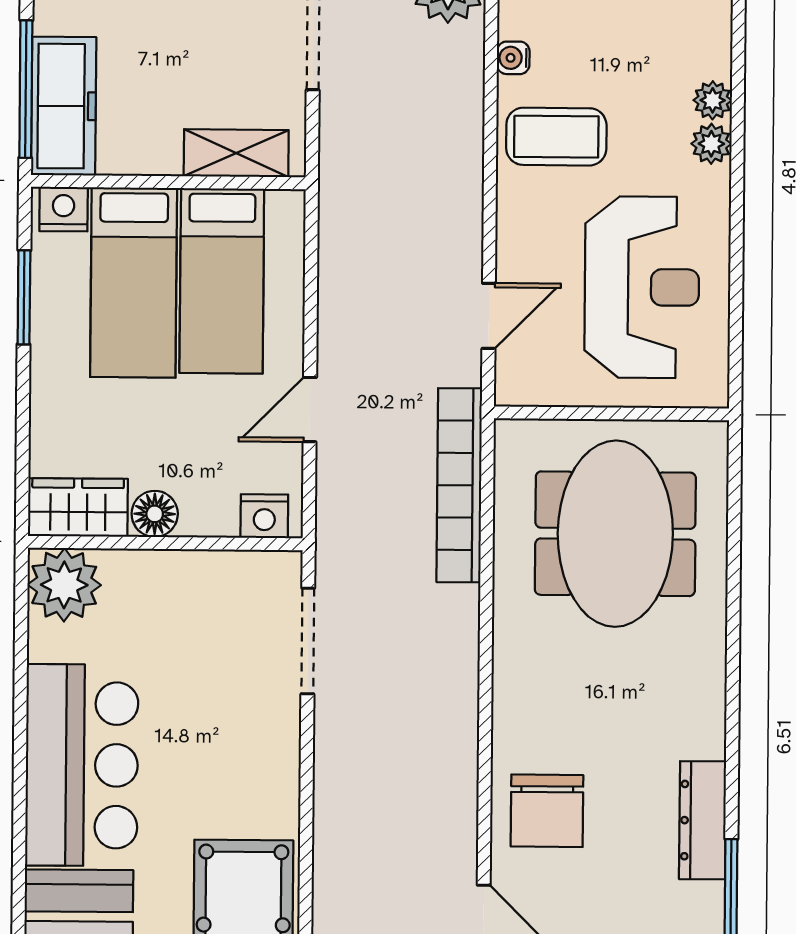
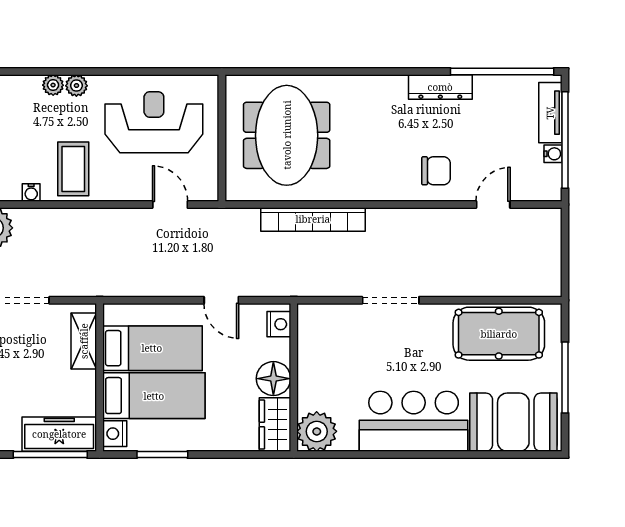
bookcase: (459, 485) -> (313, 219), moved
floor lamp: (155, 514) -> (273, 379), width x1.38, depth x1.38
meeting table: (615, 534) -> (287, 135), turned 90
doorway: (308, 641) -> (391, 300), moved
chair: (547, 811) -> (436, 171), width x0.73, depth x0.73

